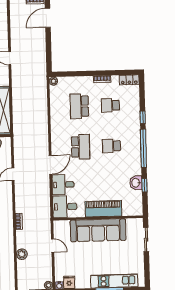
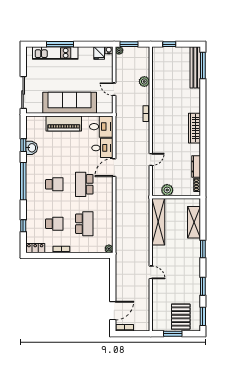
window: (143, 117) -> (23, 226), moved
sliding door: (146, 239) -> (23, 92), width x1.37

